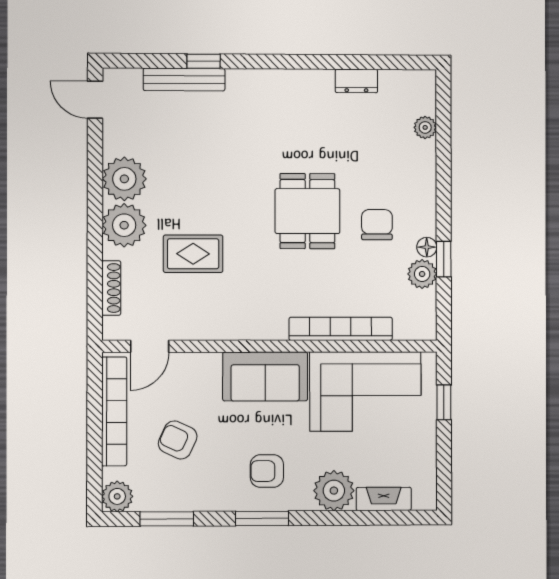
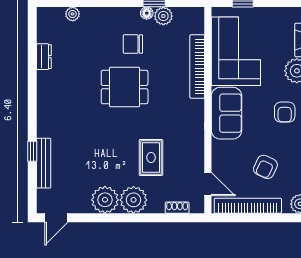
shoe rack: (111, 288) -> (177, 208), width x0.70

